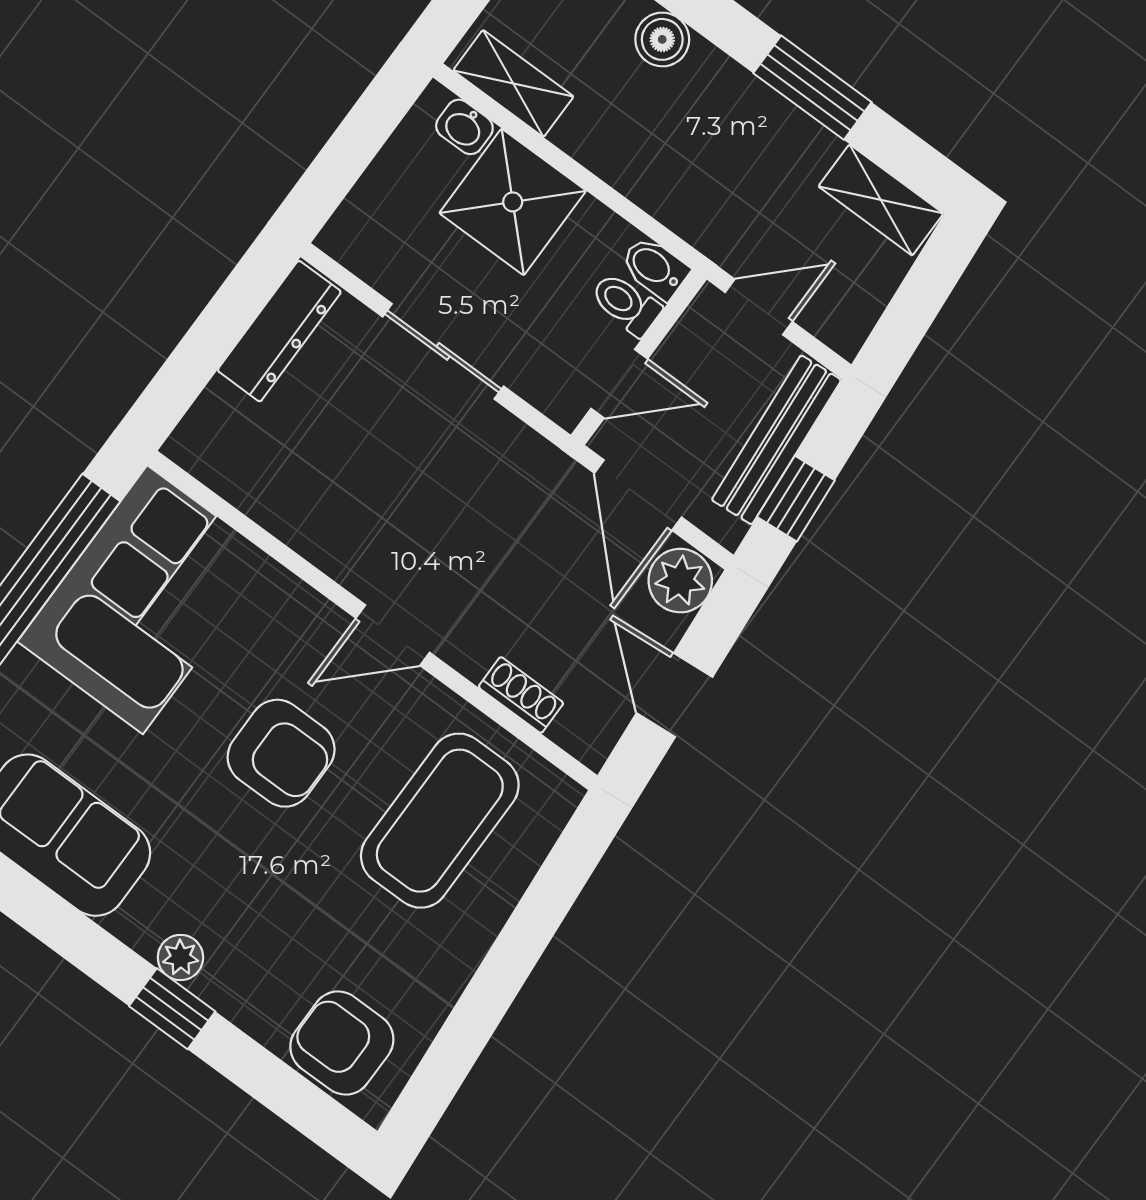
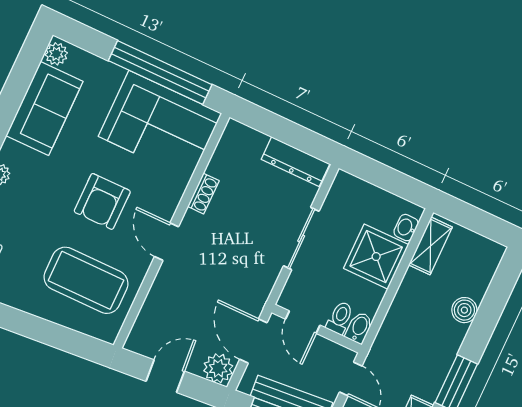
door: (638, 495) -> (253, 341), hinge flipped
shoe rack: (521, 695) -> (203, 194), moved

